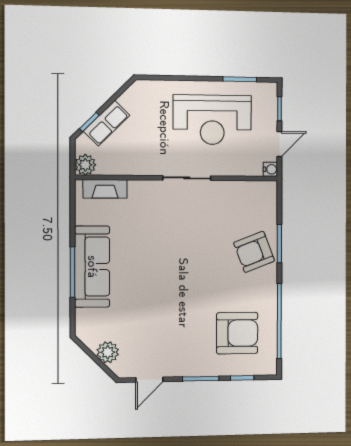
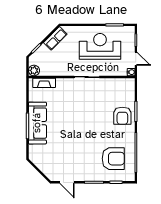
reception desk: (212, 120) -> (100, 46), turned 180
row of seats: (107, 123) -> (55, 38), moved
door: (279, 144) -> (136, 59), hinge flipped
armchair: (254, 252) -> (122, 116), turned -69
plant: (108, 352) -> (45, 168), removed
door: (149, 380) -> (67, 182), hinge flipped

